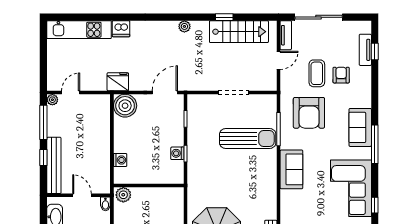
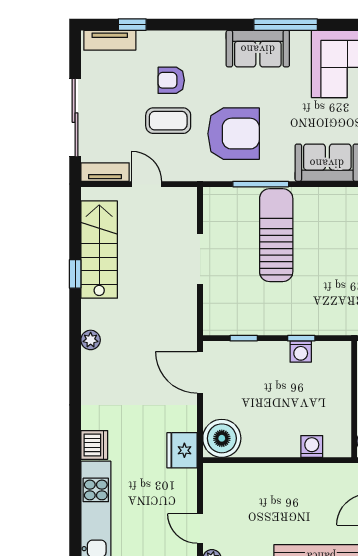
tv unit: (365, 50) -> (110, 40), moved

